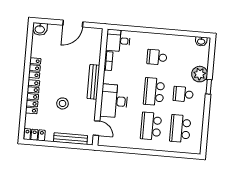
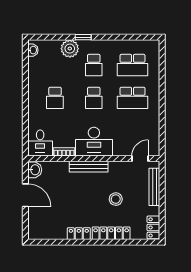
washbasin: (40, 29) -> (35, 170), moved
school desk: (154, 92) -> (94, 98), width x0.54
desk: (114, 101) -> (94, 142), moved

